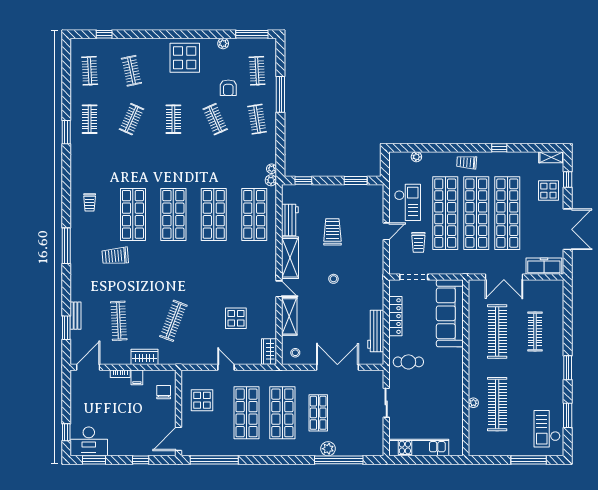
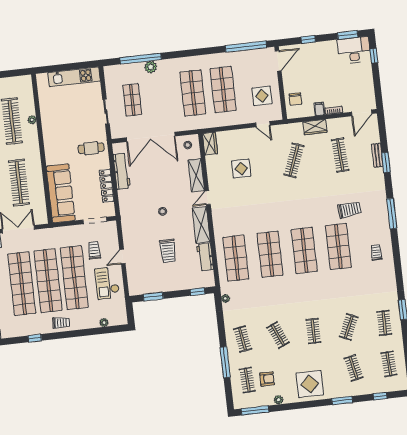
window: (149, 34) -> (342, 400), added
armchair: (228, 88) -> (267, 379), moved, turned 90
plant: (271, 180) -> (225, 289), removed
door: (279, 289) -> (208, 198), hinge flipped
window: (66, 328) -> (386, 162), moved
door: (226, 367) -> (263, 124), moved
double door: (337, 367) -> (151, 137), width x1.36
shop shelf: (318, 413) -> (132, 100), moved

